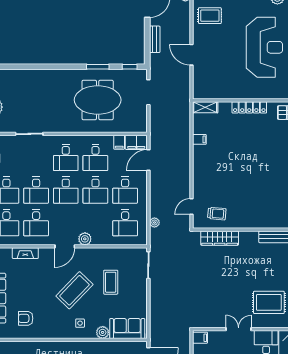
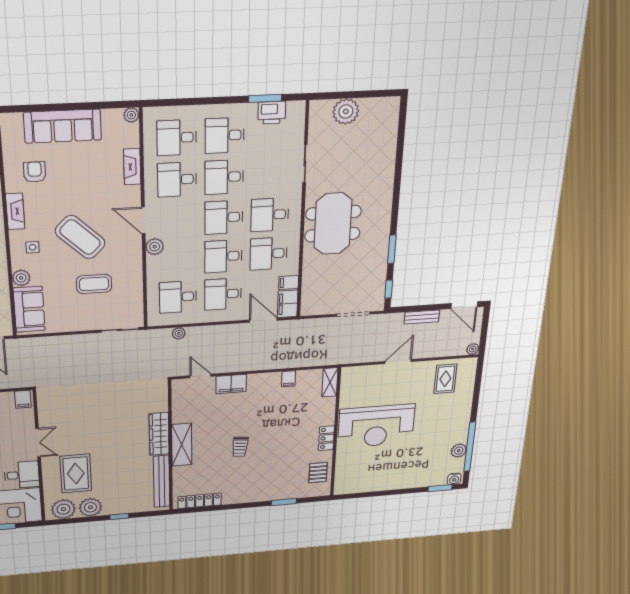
reception desk: (264, 47) -> (376, 426), moved
meeting table: (98, 100) -> (333, 224), moved
locker: (249, 107) -> (326, 438), width x0.66
filing cabinet: (200, 183) -> (231, 384), added
trolley: (217, 214) -> (240, 447), moved
shelving: (251, 221) -> (182, 445), added
wardrobe: (220, 238) -> (159, 434), moved
fireplace: (53, 333) -> (15, 211), added

